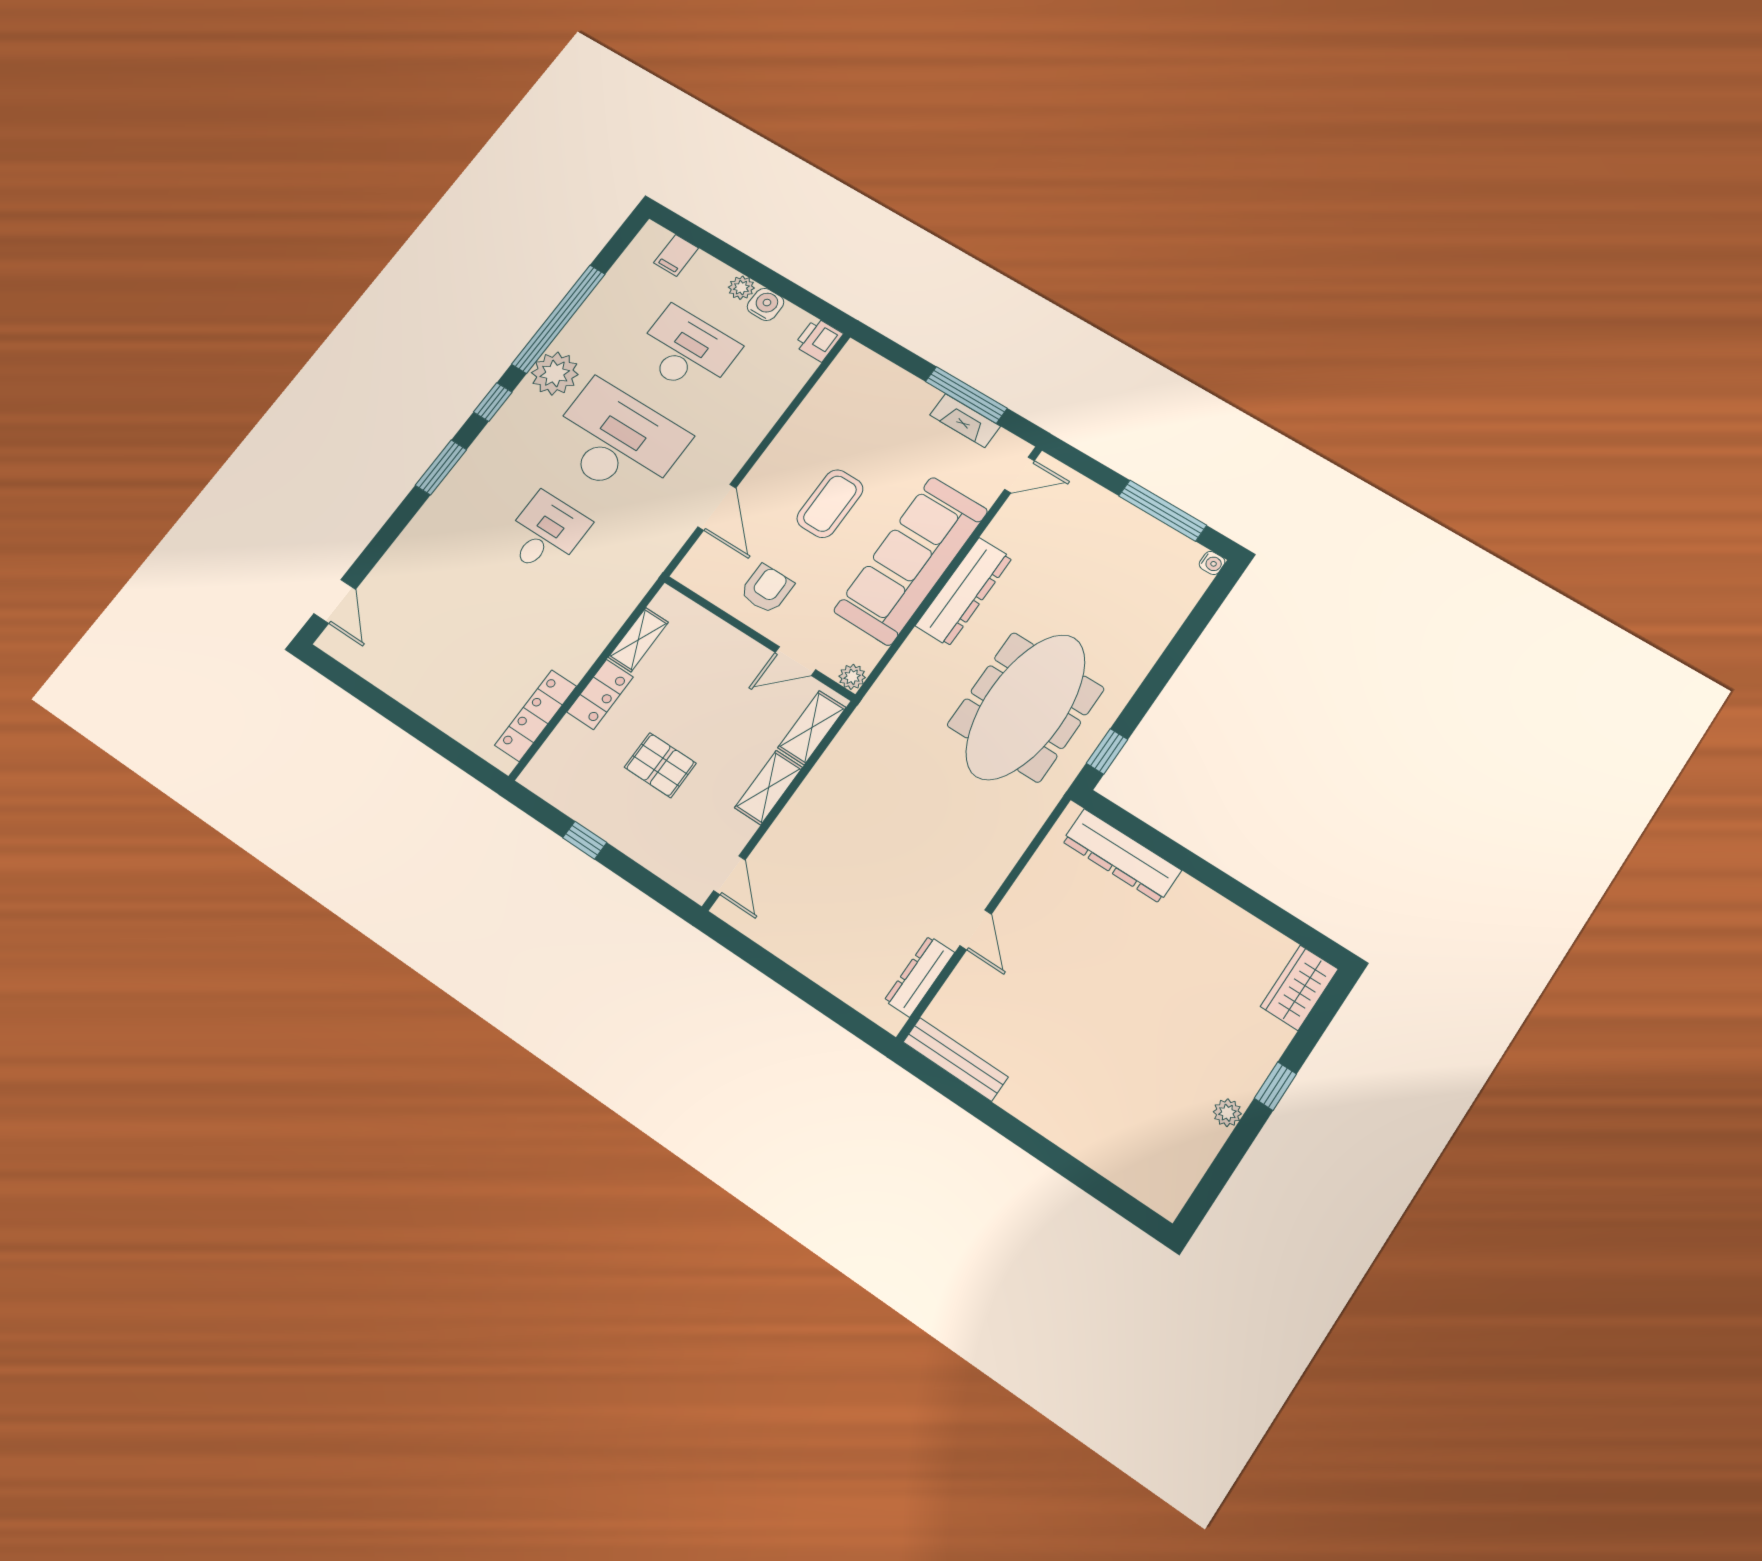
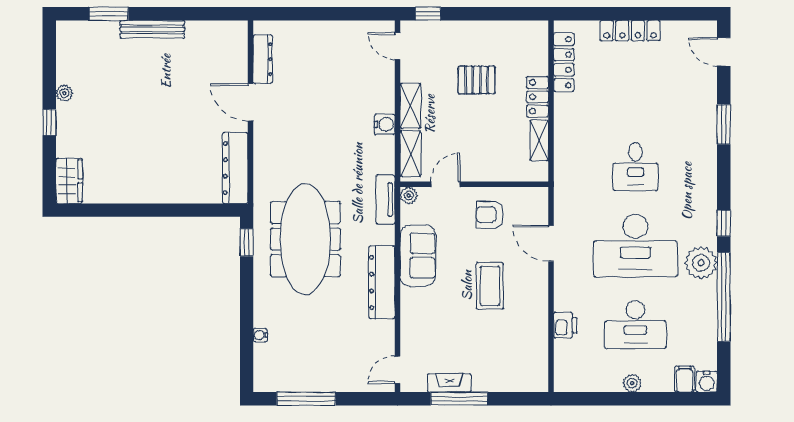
water cooler: (765, 304) -> (707, 382), moved
printer: (818, 340) -> (565, 325), moved
window: (441, 467) -> (724, 124), moved
sofa: (911, 561) -> (418, 256), width x0.54, depth x0.79
water cooler: (1212, 563) -> (260, 335), moved
armchair: (767, 589) -> (490, 215), turned 90
tv unit: (886, 691) -> (385, 200), added
locker: (425, 701) -> (630, 31), added
water cooler: (819, 786) -> (385, 124), added
window: (585, 840) -> (428, 14), moved
dresser: (1122, 856) -> (235, 168), moved, turned -90
door: (976, 930) -> (251, 102), width x1.38
bench: (956, 1059) -> (152, 29), moved
window: (1091, 1182) -> (109, 14), added

